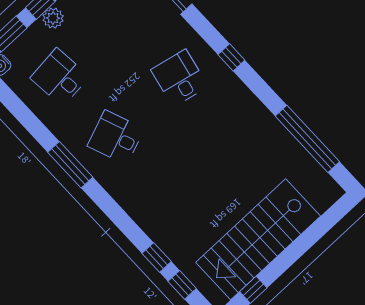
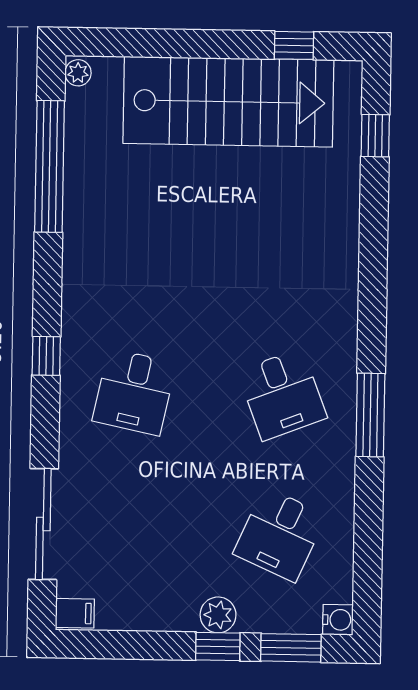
desk: (60, 77) -> (280, 535), turned 30
plant: (333, 190) -> (78, 73), added
window: (157, 257) -> (374, 199), removed

